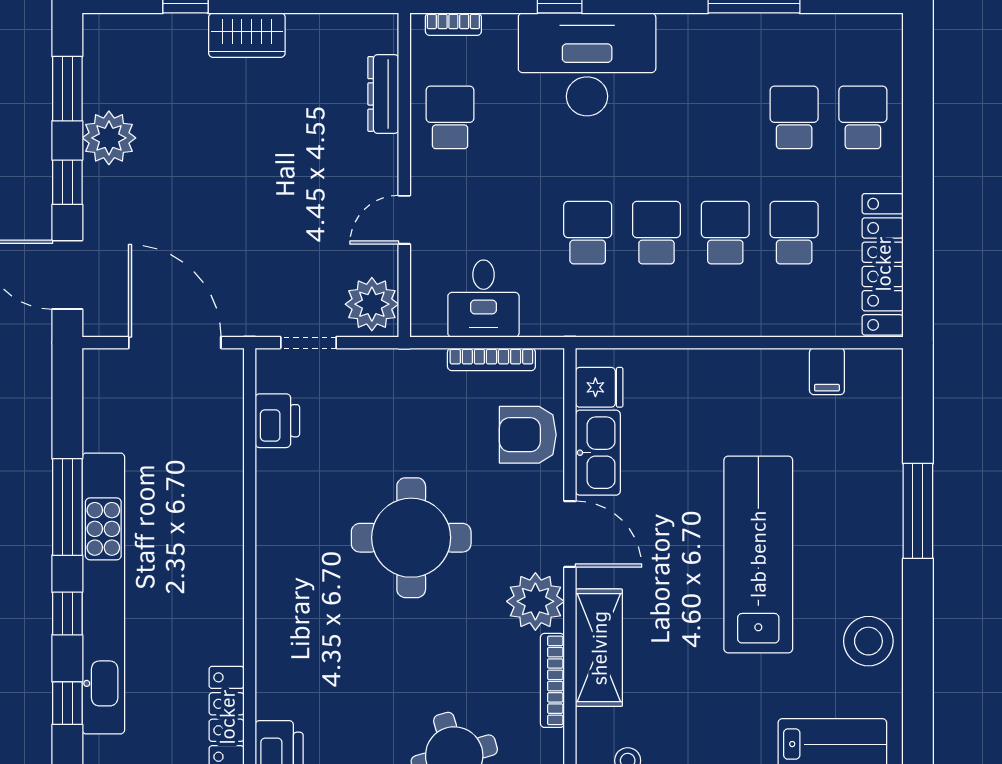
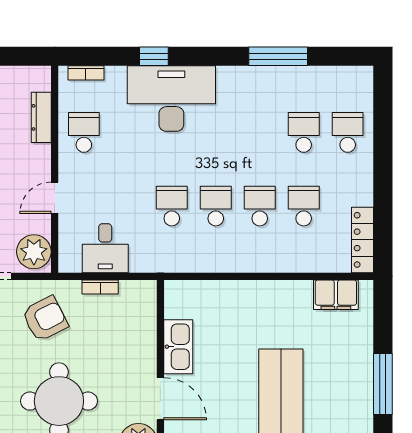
locker: (883, 264) -> (363, 240), width x0.71, depth x0.83
bookcase: (491, 359) -> (100, 287), width x0.64
filing cabinet: (827, 371) -> (336, 295), width x2.00
fridge: (599, 387) -> (179, 305), removed
armchair: (528, 435) -> (45, 319), moved, turned 153

